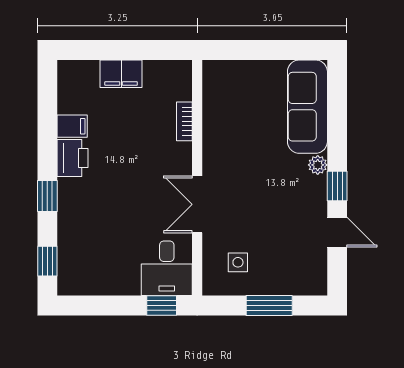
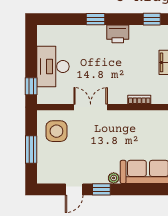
filing cabinet: (72, 126) -> (136, 34), removed
window: (47, 261) -> (152, 19), moved
side table: (238, 262) -> (56, 131), width x1.87, depth x1.87
desk: (167, 268) -> (53, 66), moved, width x1.37

